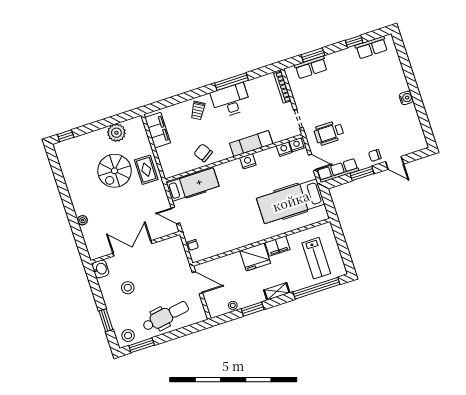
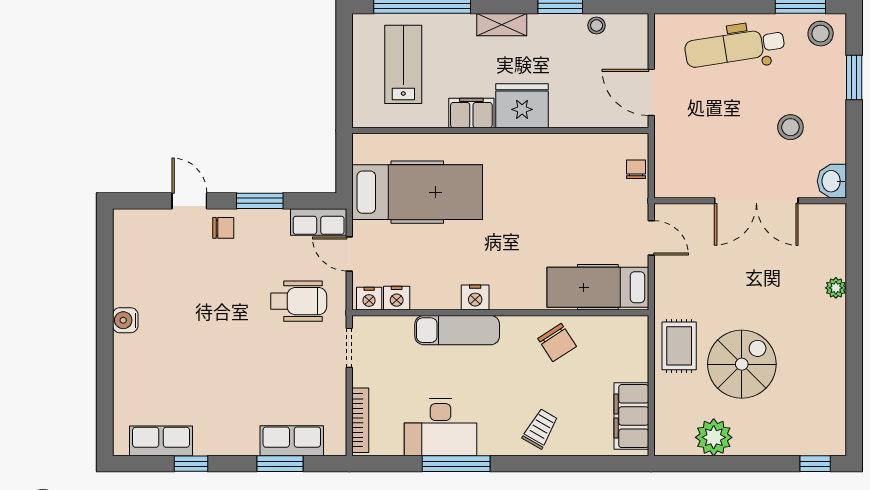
desk: (231, 100) -> (441, 427), moved
row of seats: (338, 170) -> (319, 222), width x0.68

